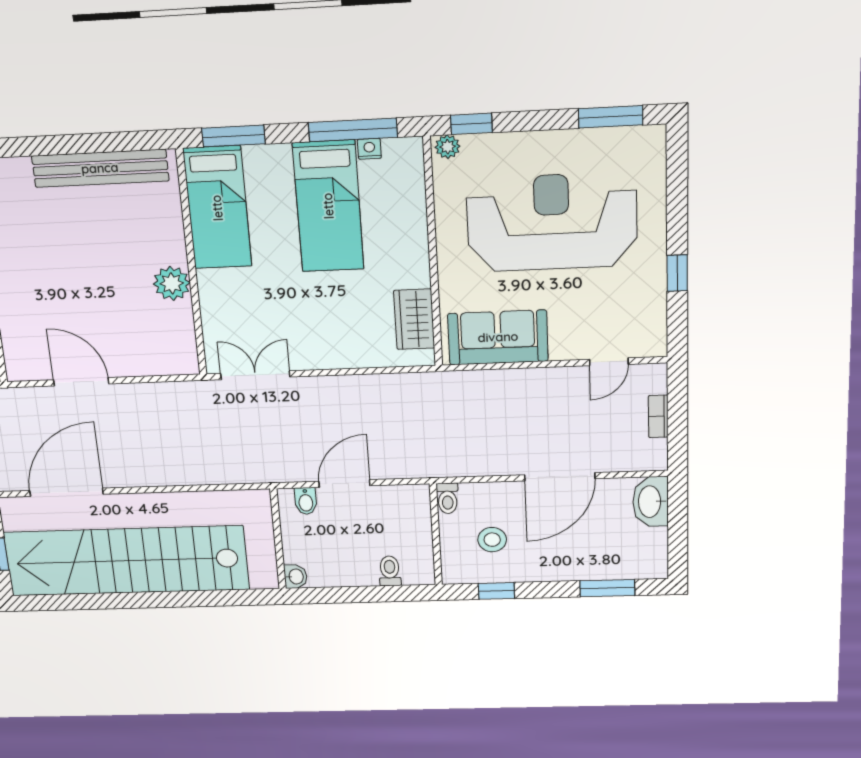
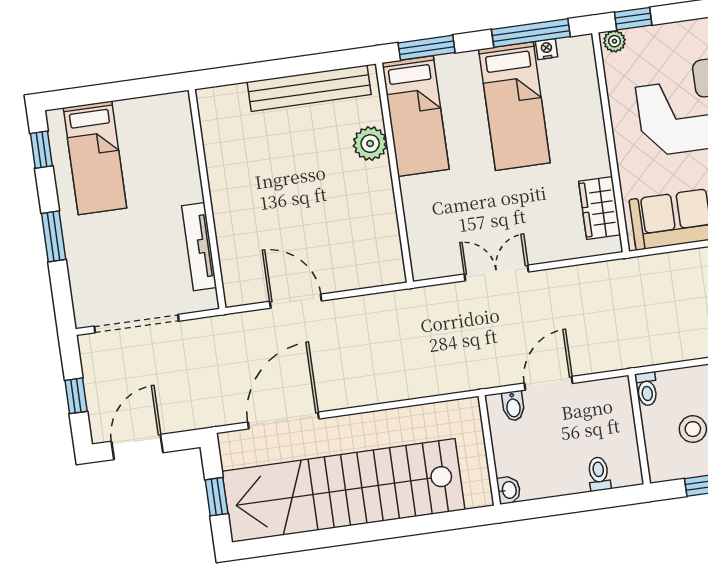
plant: (172, 283) -> (370, 144), moved
double door: (255, 375) -> (496, 273), moved

